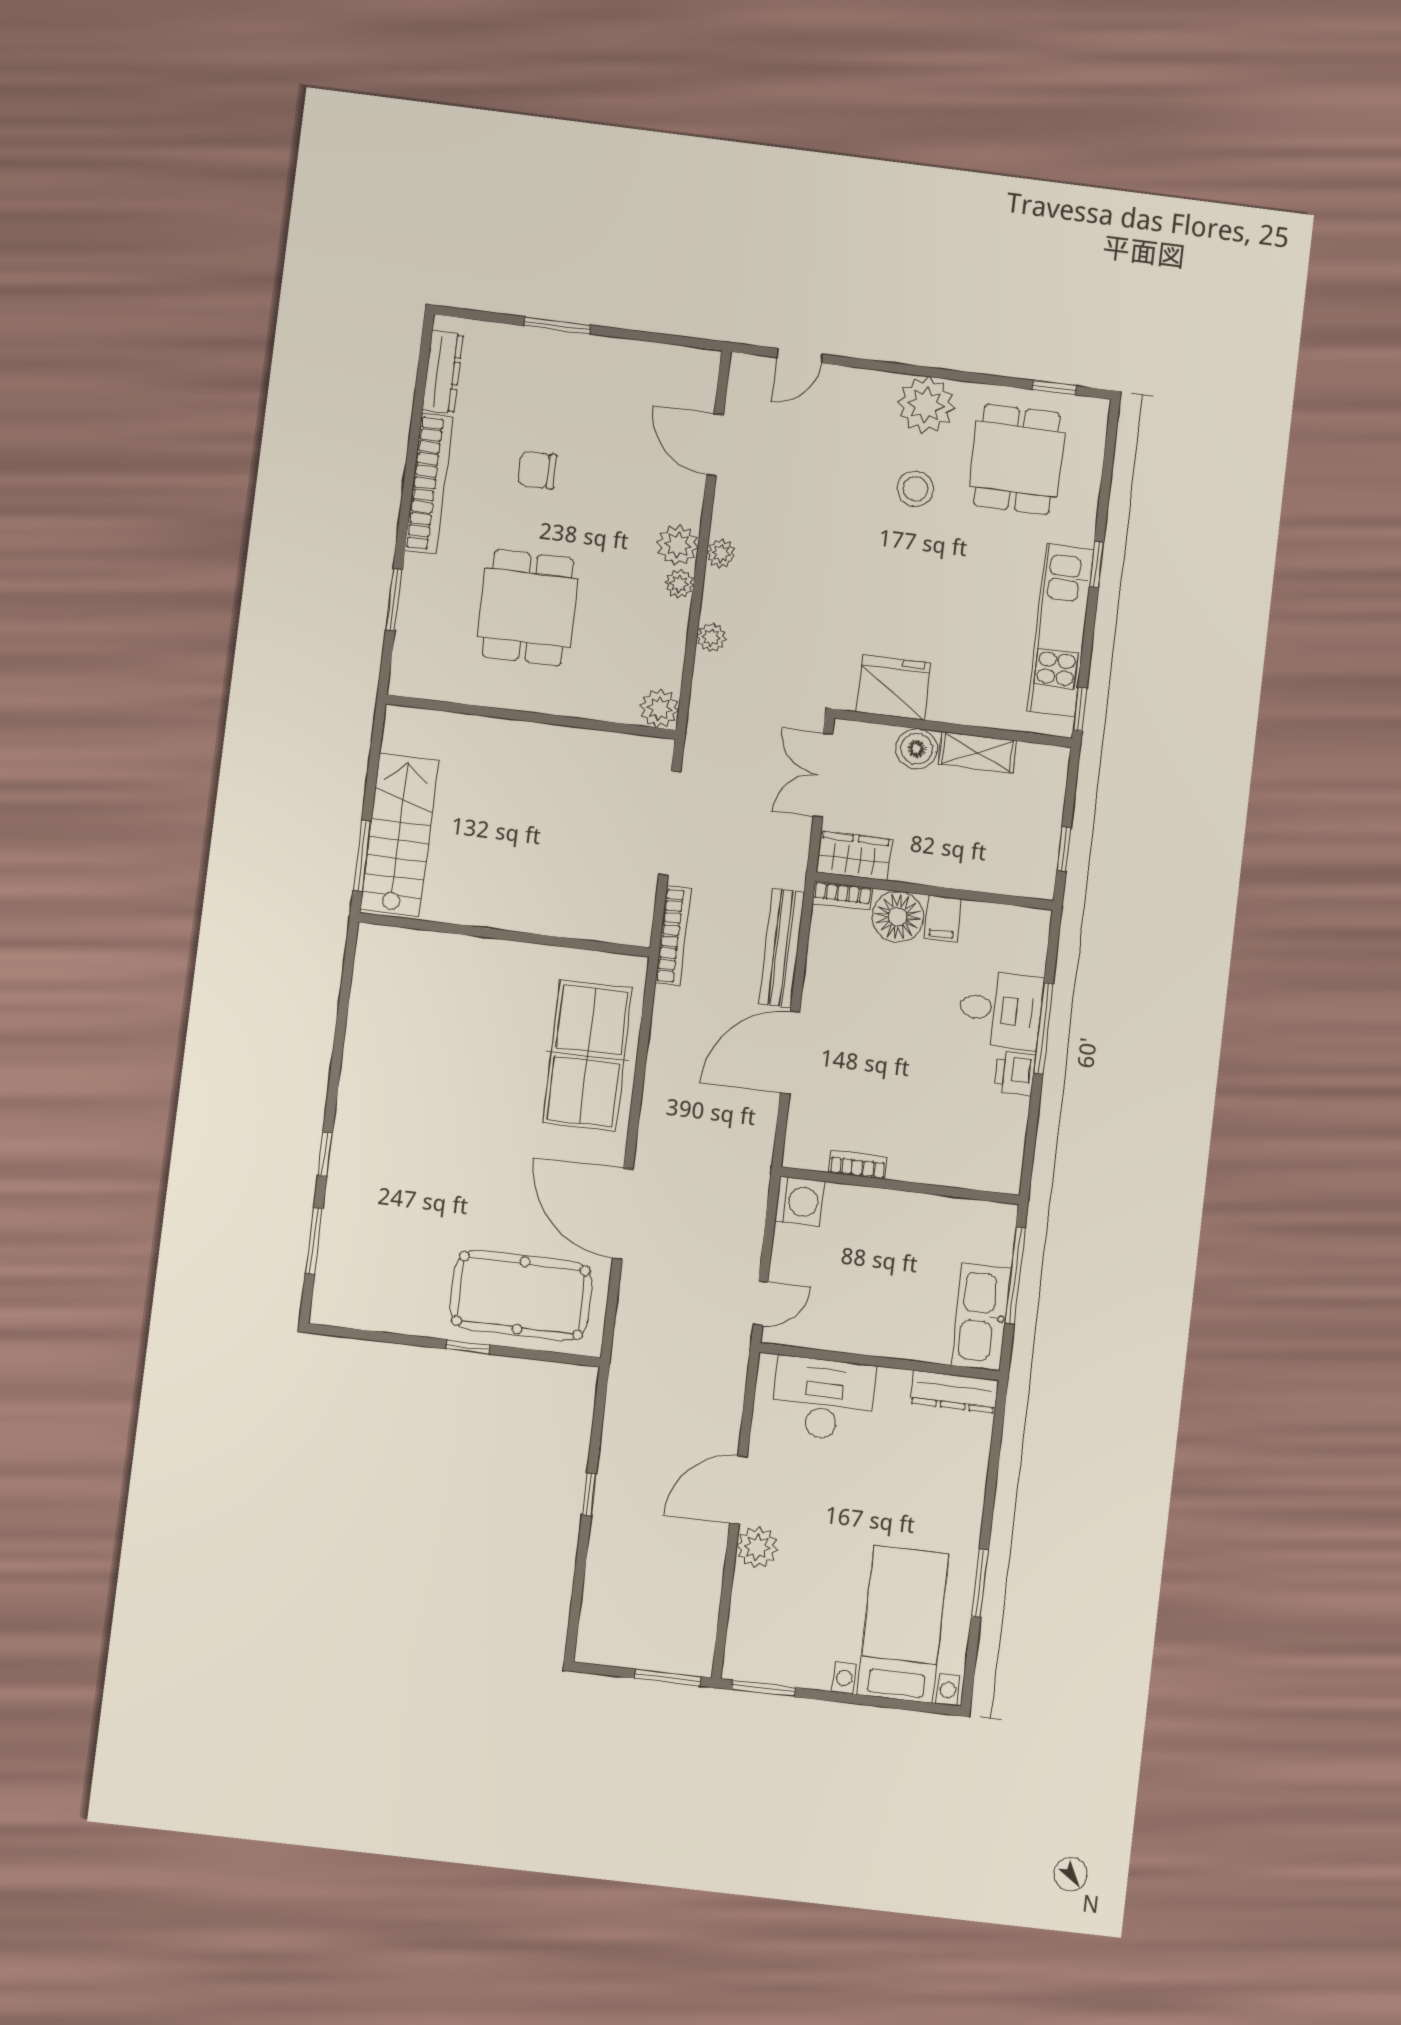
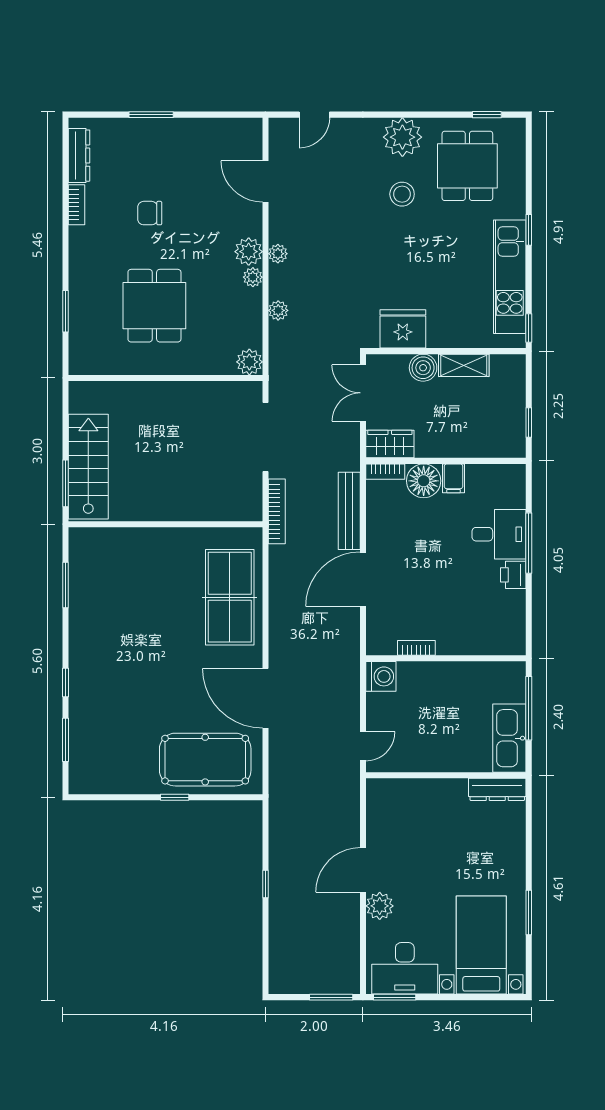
bookcase: (429, 483) -> (76, 205), width x0.43, depth x0.76
window: (343, 1008) -> (66, 585), added
desk: (823, 1399) -> (405, 968), moved, turned 180

